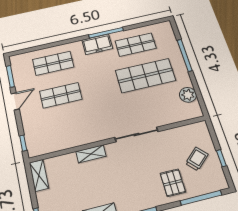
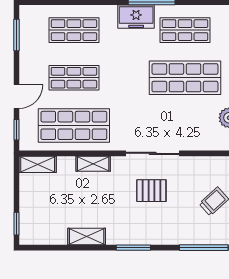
door: (15, 101) -> (16, 96), moved
shop shelf: (69, 129) -> (74, 125), added
shelving: (39, 175) -> (38, 164), moved, turned 90
pallet: (173, 183) -> (151, 191), moved, turned 90

